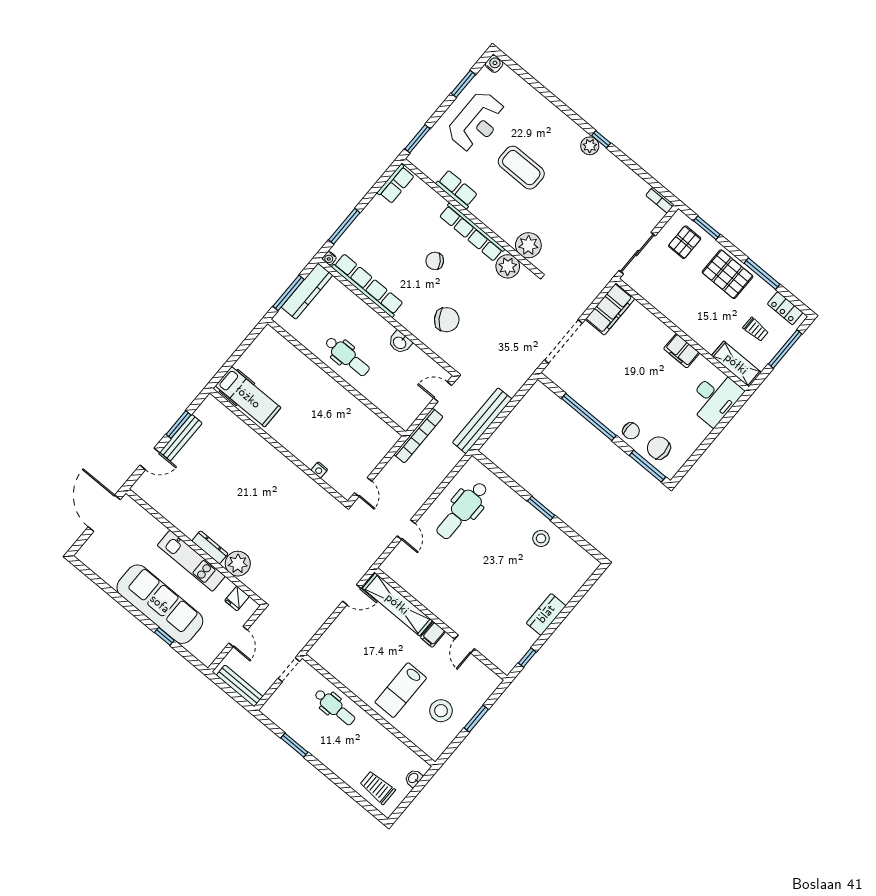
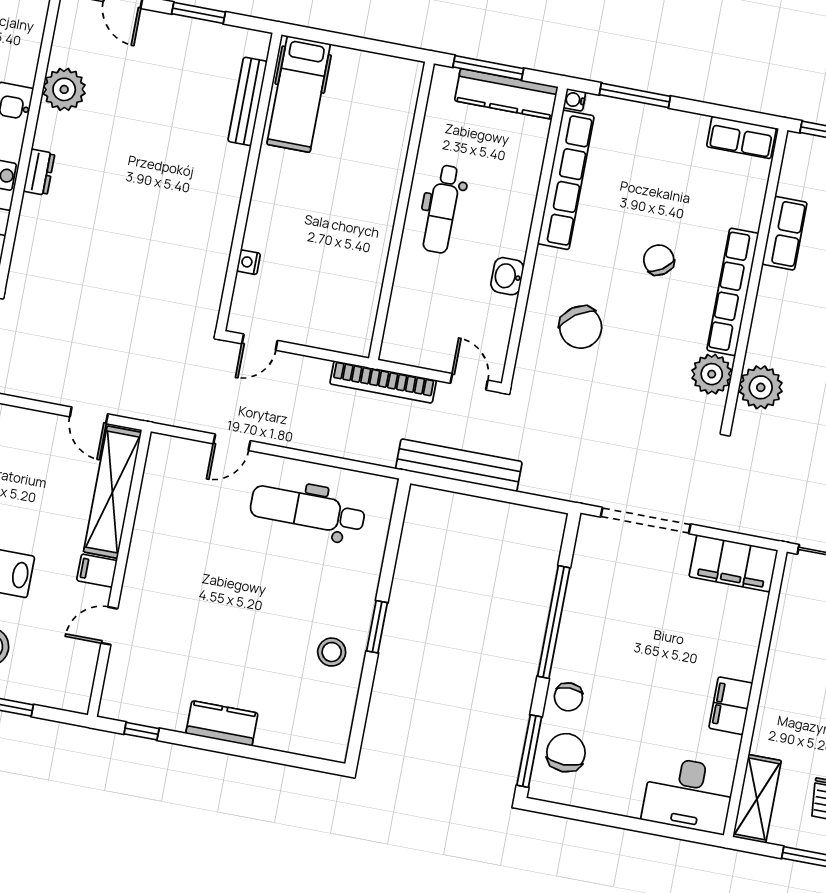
bench: (181, 438) -> (247, 101), moved, turned 90
dresser: (210, 547) -> (39, 172), width x0.70
plant: (238, 564) -> (64, 89), moved

